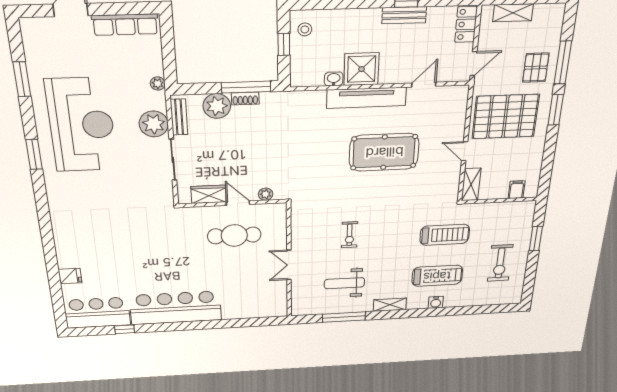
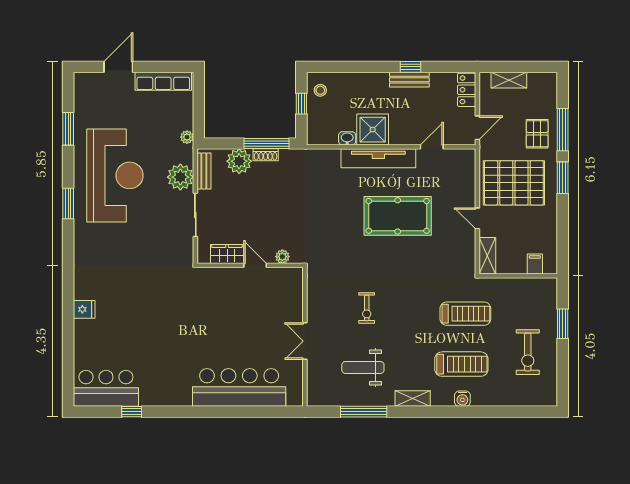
cafe table: (234, 236) -> (250, 302), removed
fridge: (70, 276) -> (84, 309), moved
bar counter: (176, 308) -> (239, 387), moved

